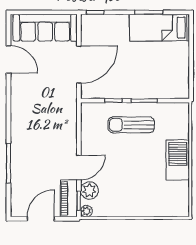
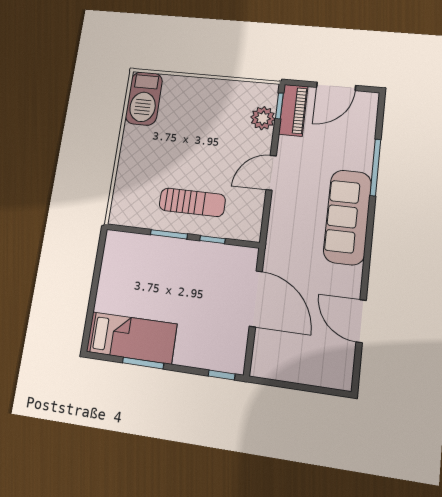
sofa: (45, 28) -> (348, 217), moved, turned -90
door: (79, 65) -> (256, 299), swing flipped
barbecue: (178, 160) -> (144, 98), moved
door: (79, 167) -> (271, 173), moved
plant: (86, 211) -> (270, 91), removed

